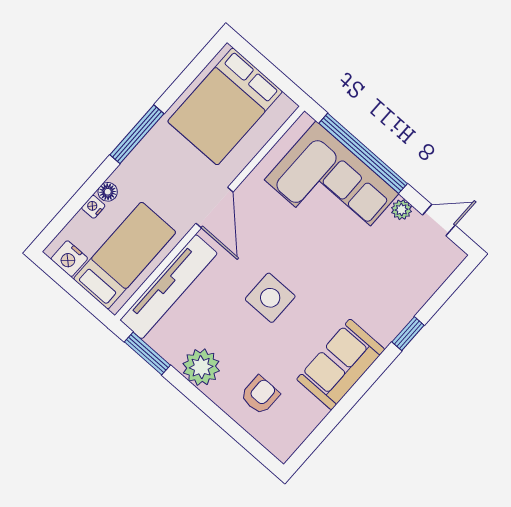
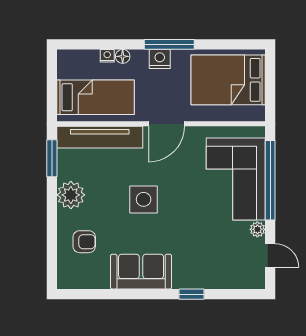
nightstand: (69, 259) -> (160, 59), moved, turned 90

